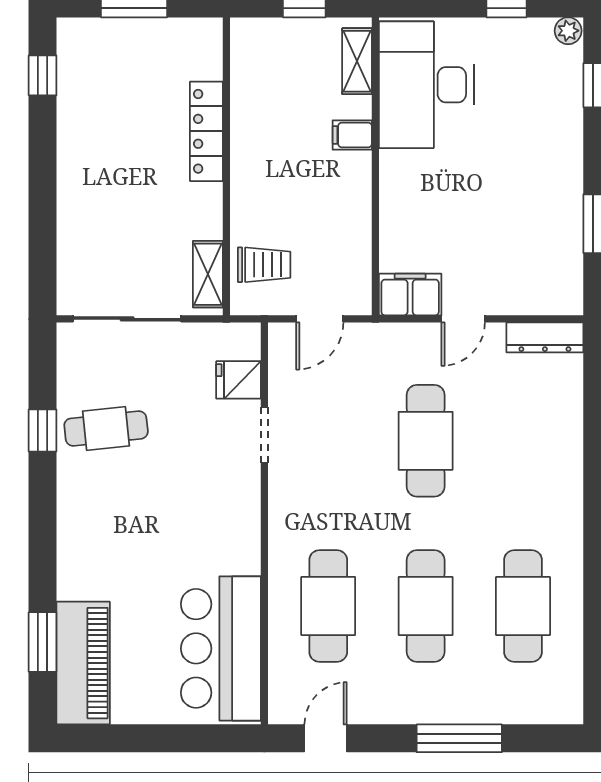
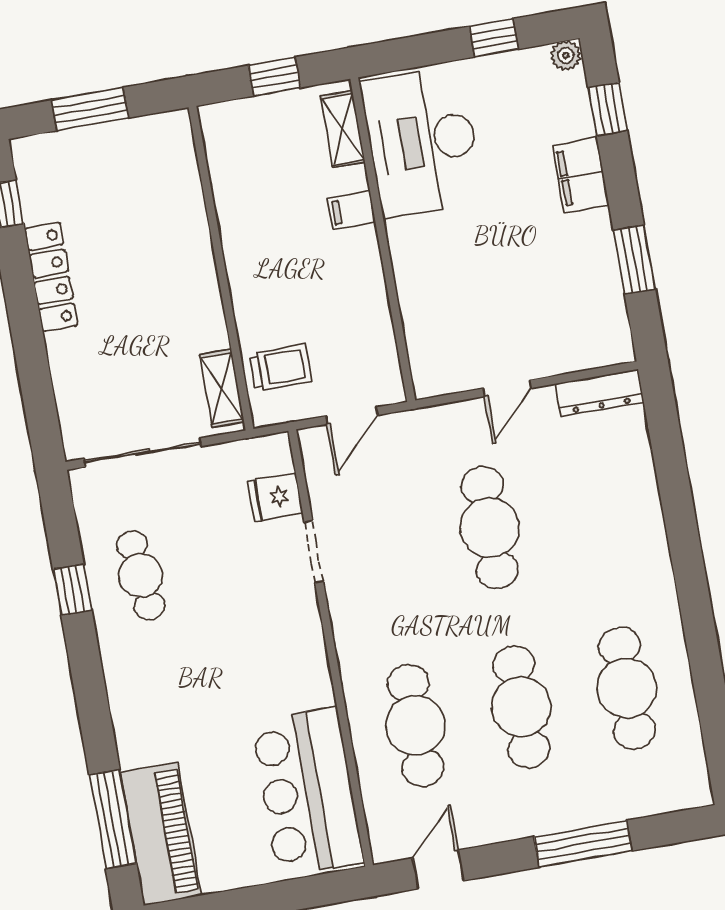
locker: (206, 131) -> (51, 277), moved, turned 180
filing cabinet: (410, 295) -> (581, 175), moved, turned -90
cafe table: (106, 429) -> (141, 575), turned 90
window: (43, 642) -> (113, 819), width x1.44

